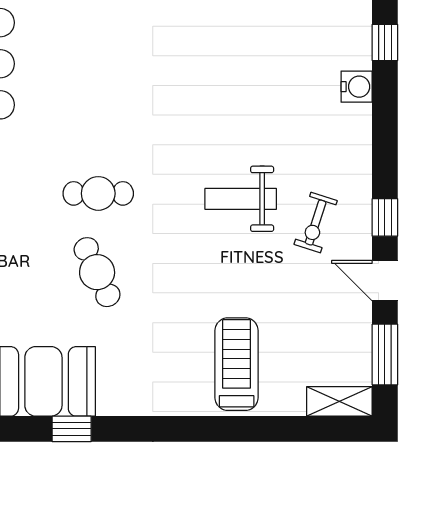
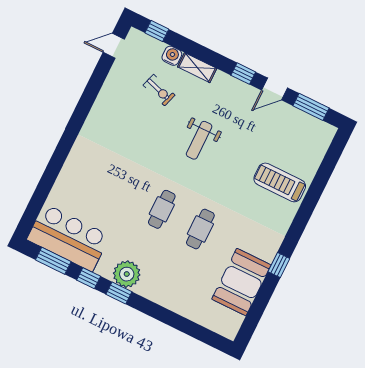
exercise bike: (316, 223) -> (159, 90), moved
cafe table: (97, 272) -> (200, 229), turned -65
shelving: (339, 401) -> (197, 68), moved, turned 90
window: (72, 429) -> (279, 265), moved

